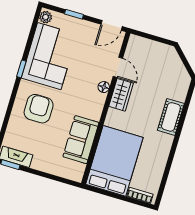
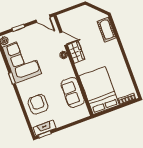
door: (112, 25) -> (43, 19), hinge flipped
armchair: (39, 109) -> (38, 104), moved
cot: (171, 117) -> (107, 30), moved

